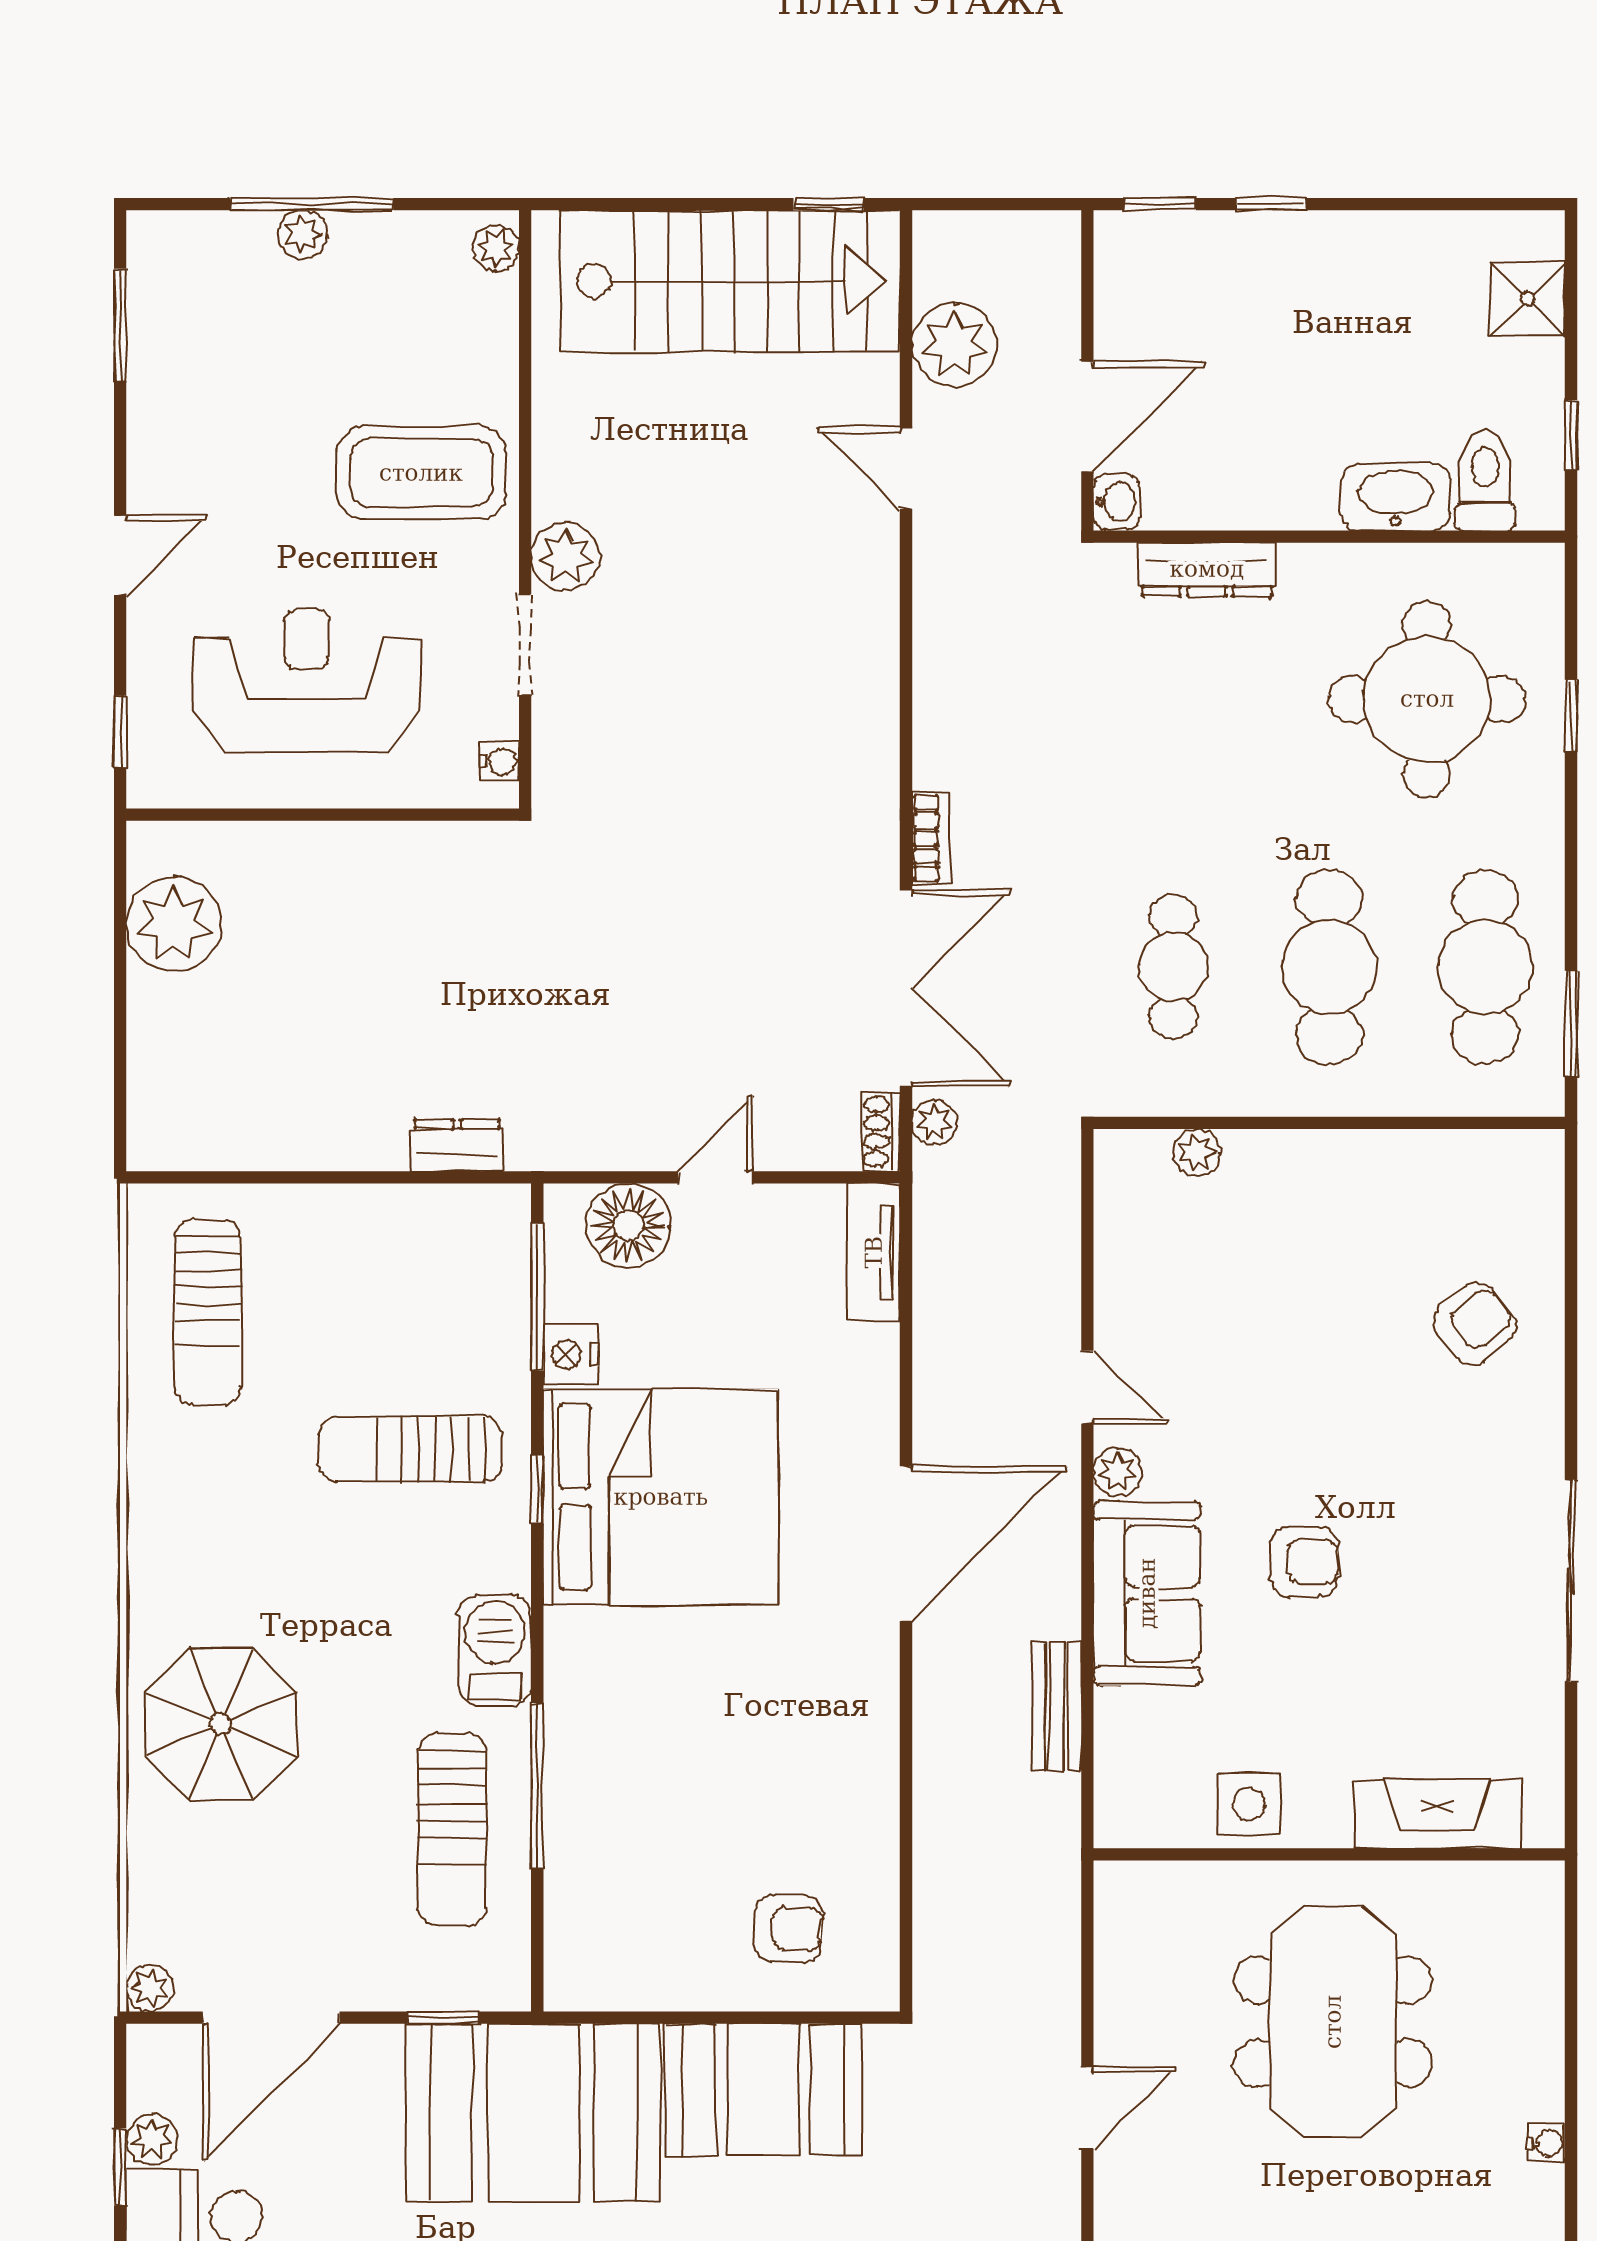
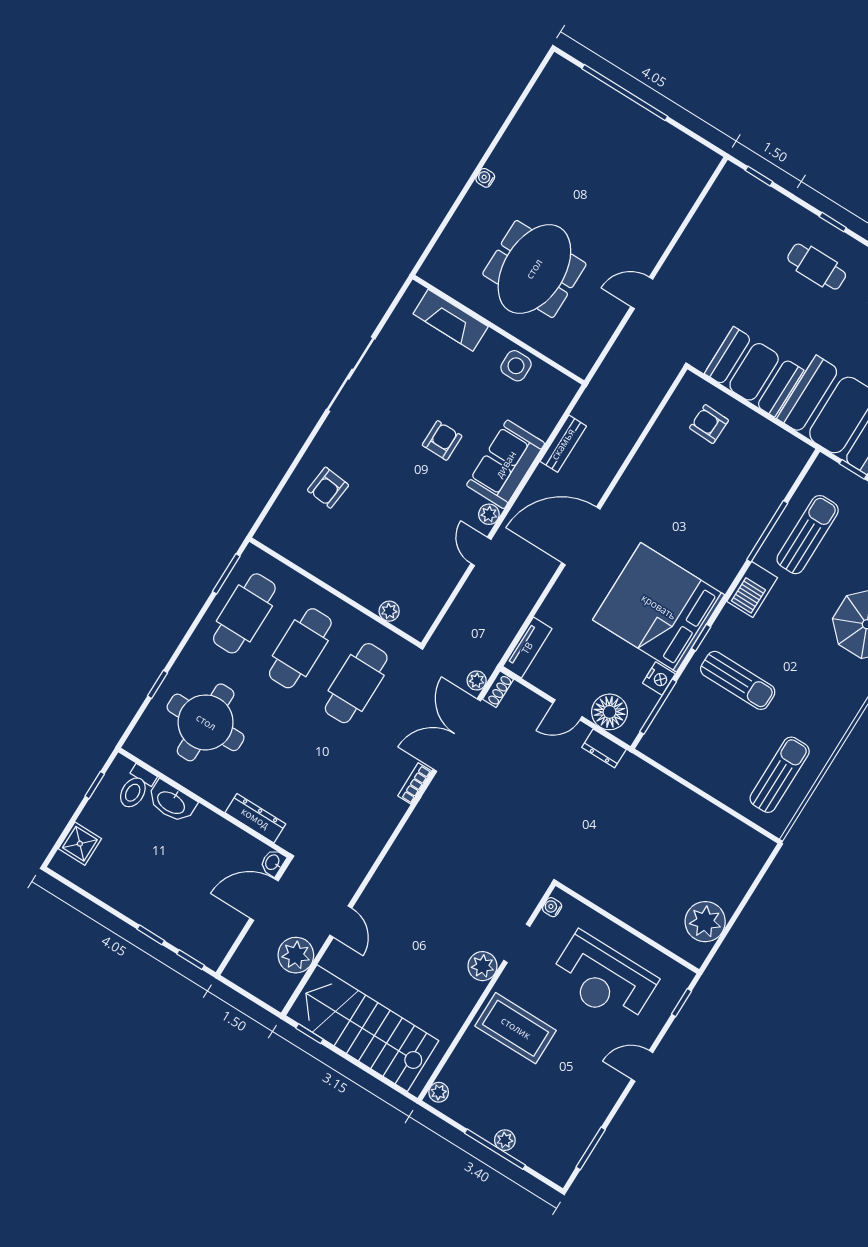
cafe table: (1173, 967) -> (356, 683), width x1.37, depth x1.35
dresser: (457, 1145) -> (604, 748), moved
armchair: (1474, 1324) -> (328, 488), turned -45
armchair: (1304, 1562) -> (442, 440), turned 90

